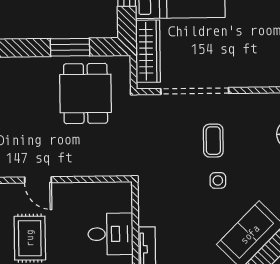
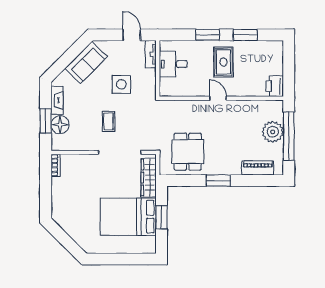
window: (70, 47) -> (218, 181), moved
side table: (218, 180) -> (121, 84), moved, width x1.87, depth x1.87

